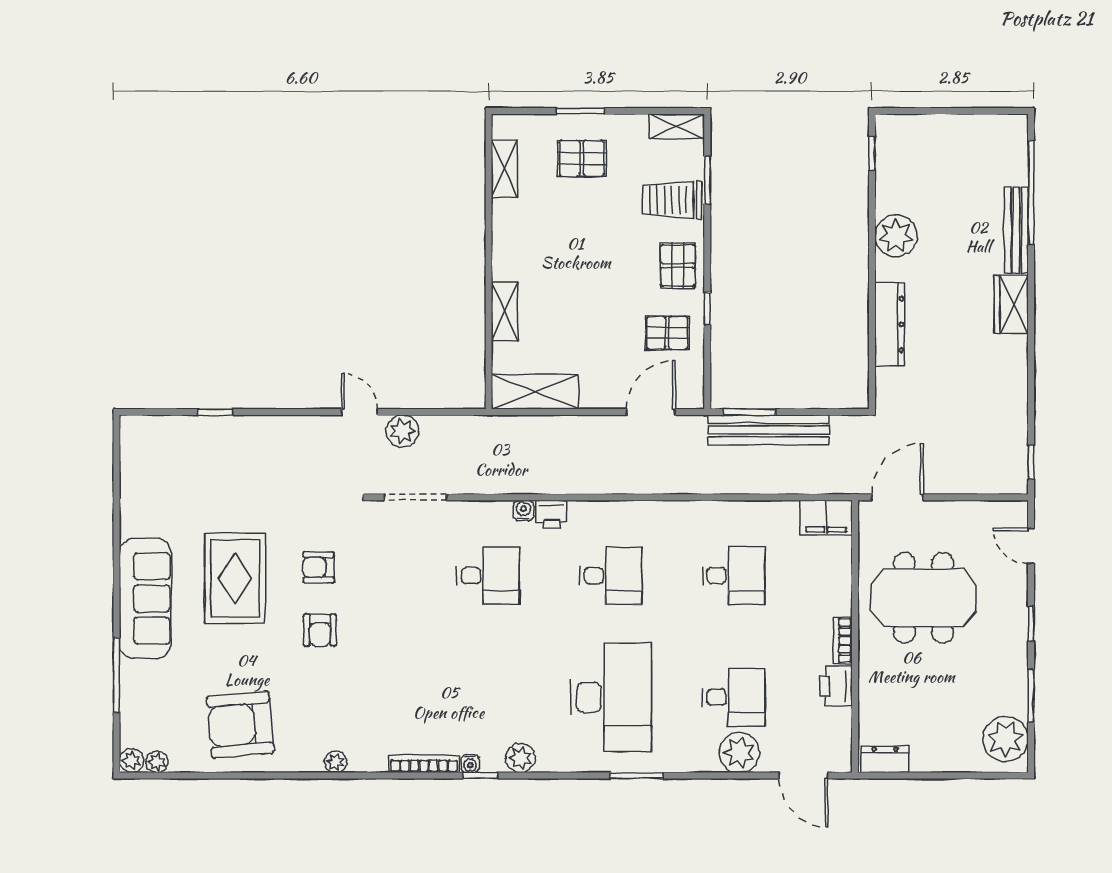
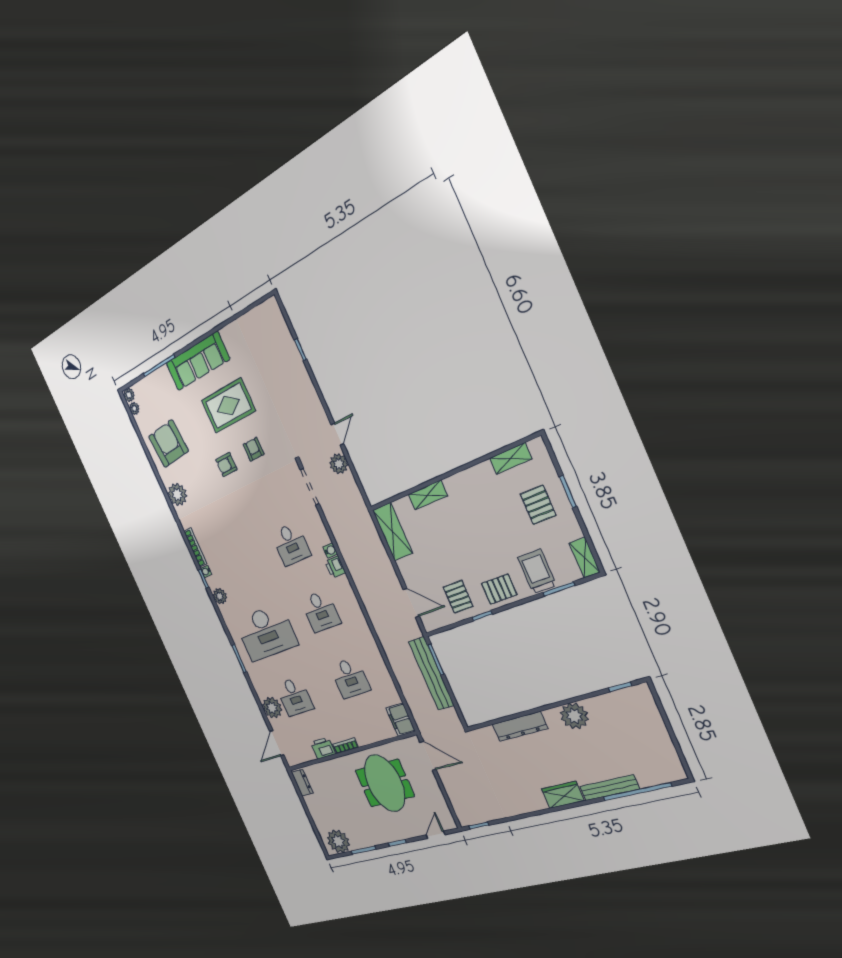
plant: (336, 762) -> (177, 494), width x1.88, depth x1.88

